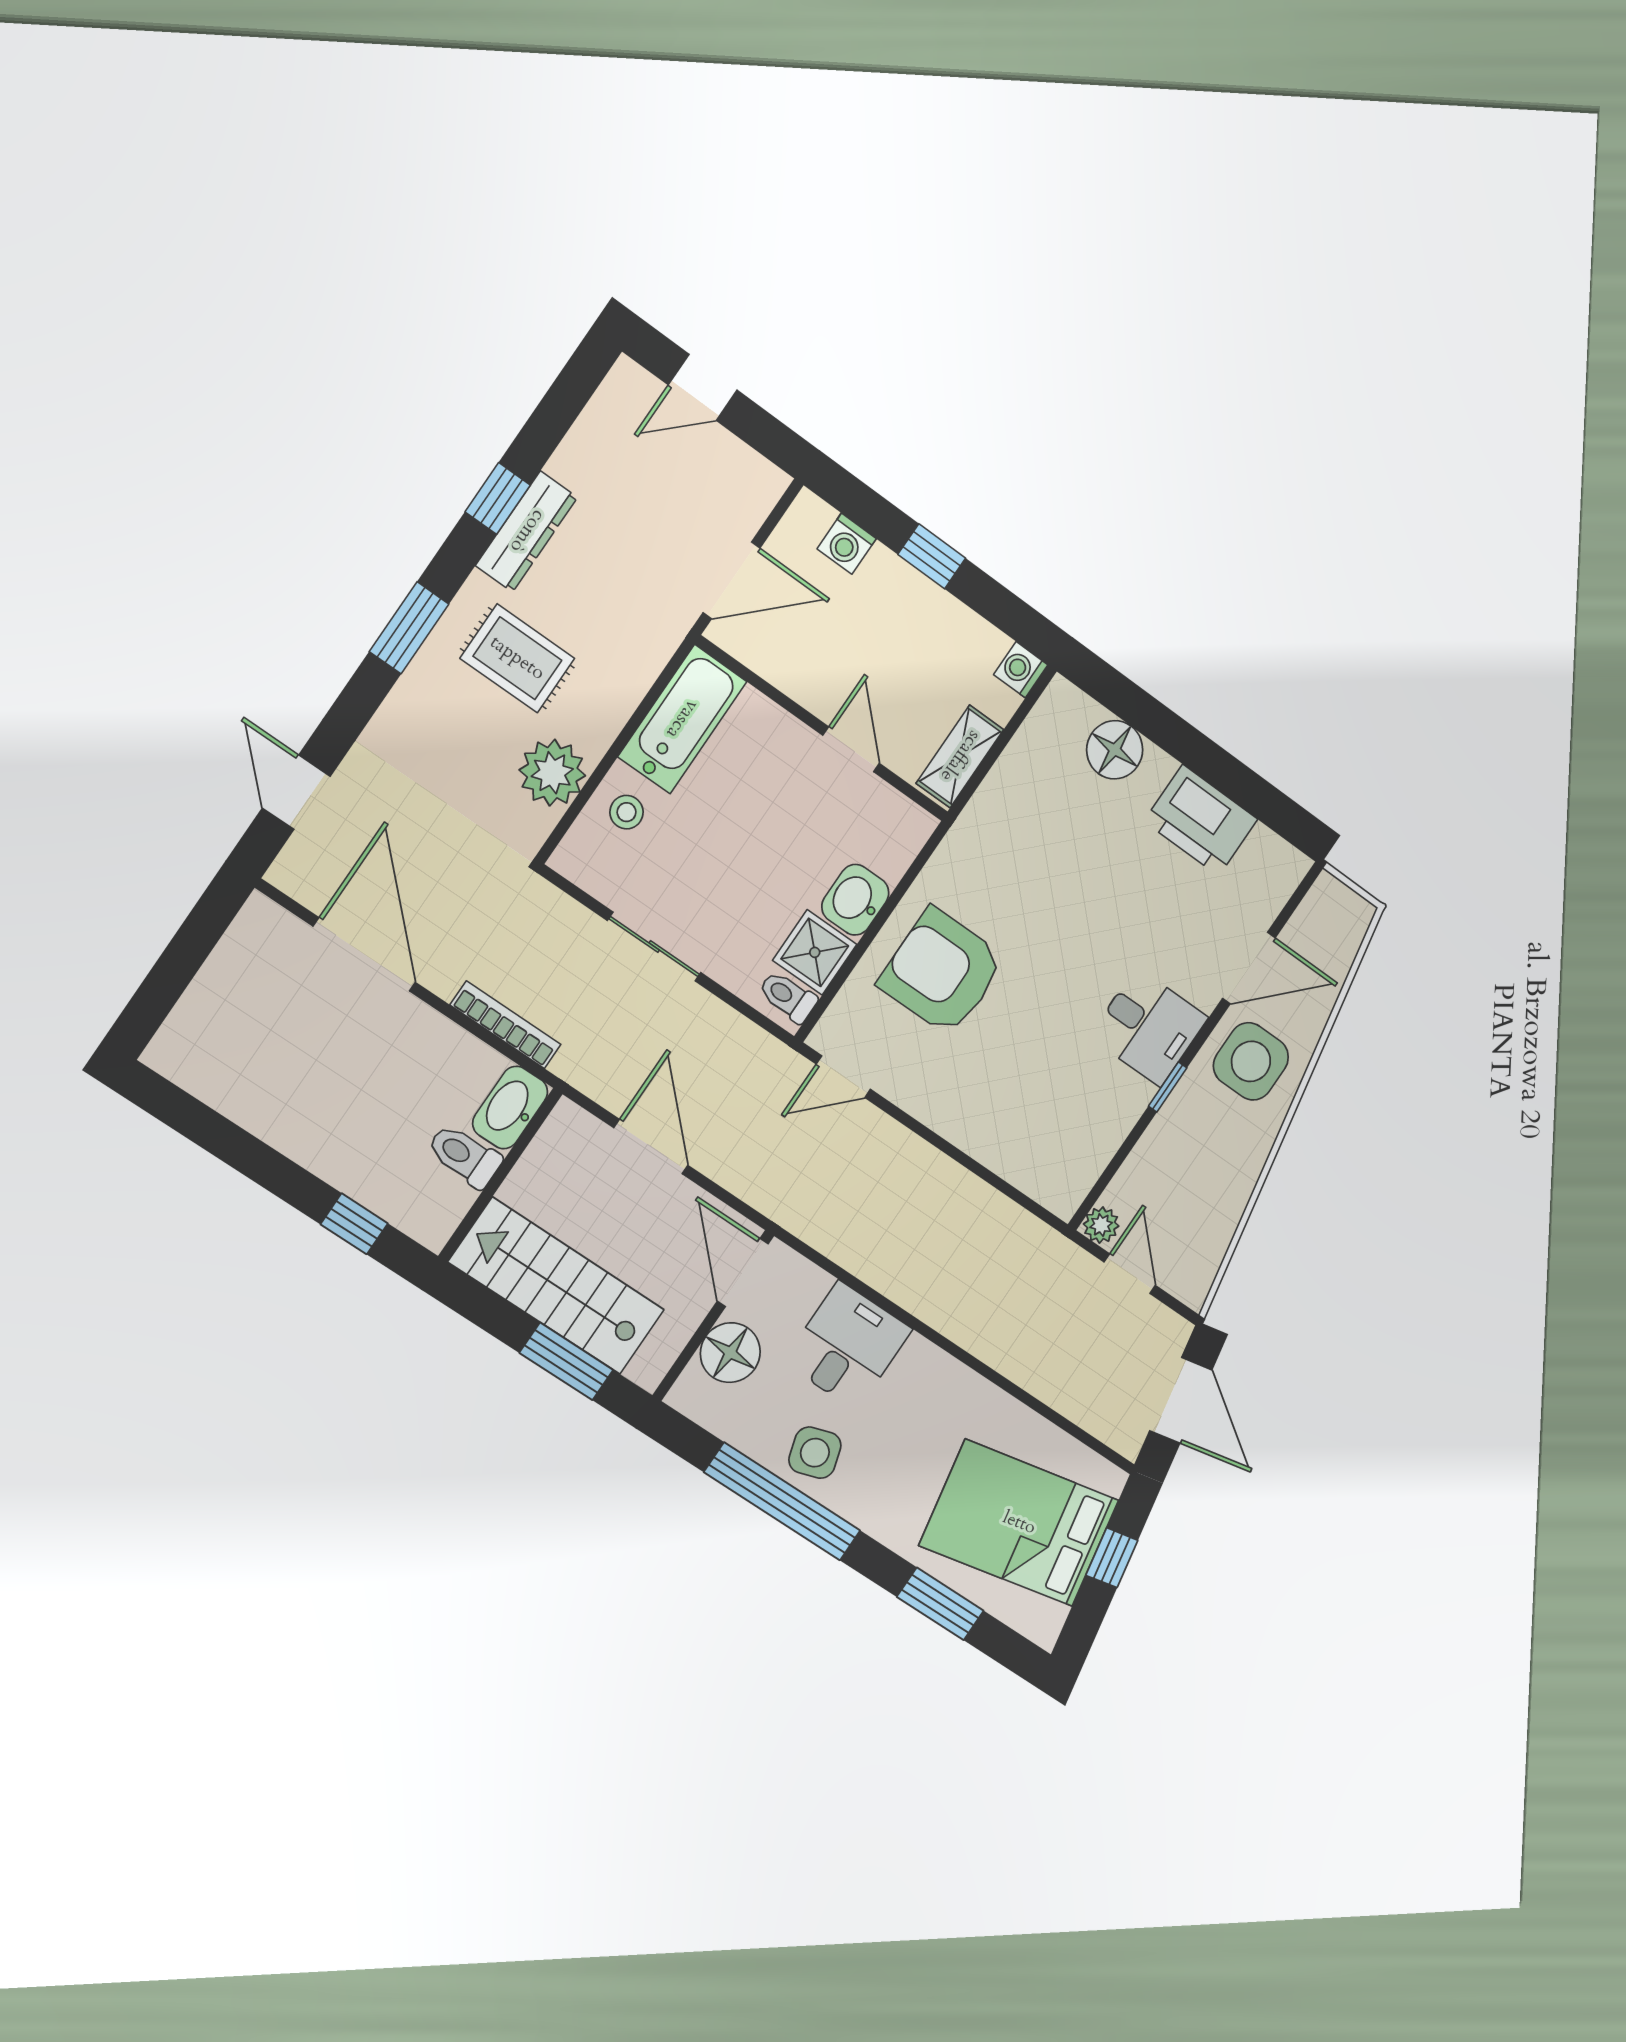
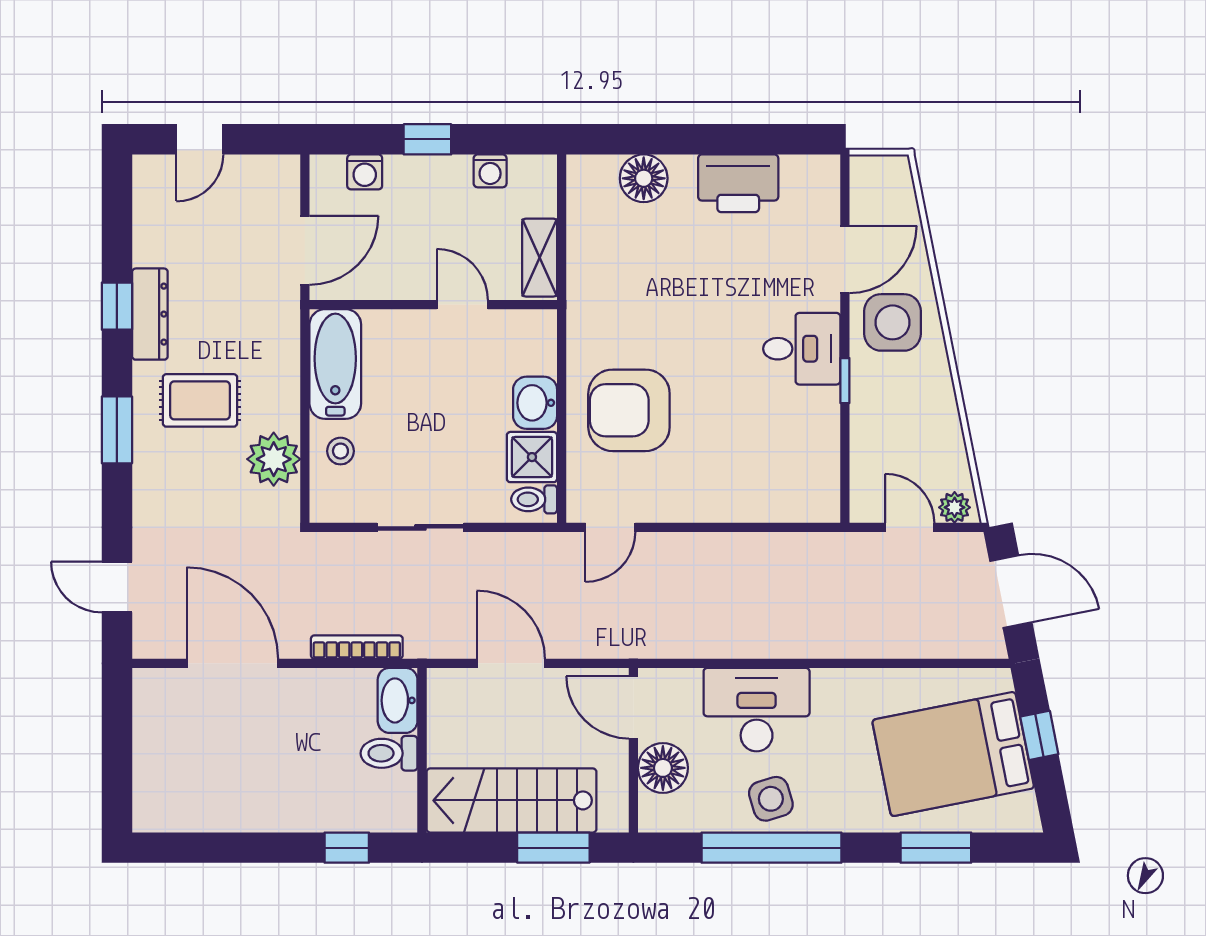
washing machine: (1021, 670) -> (490, 171), moved, turned -90
plant: (1101, 1225) -> (955, 507), moved
desk: (848, 1346) -> (757, 710), width x1.37

